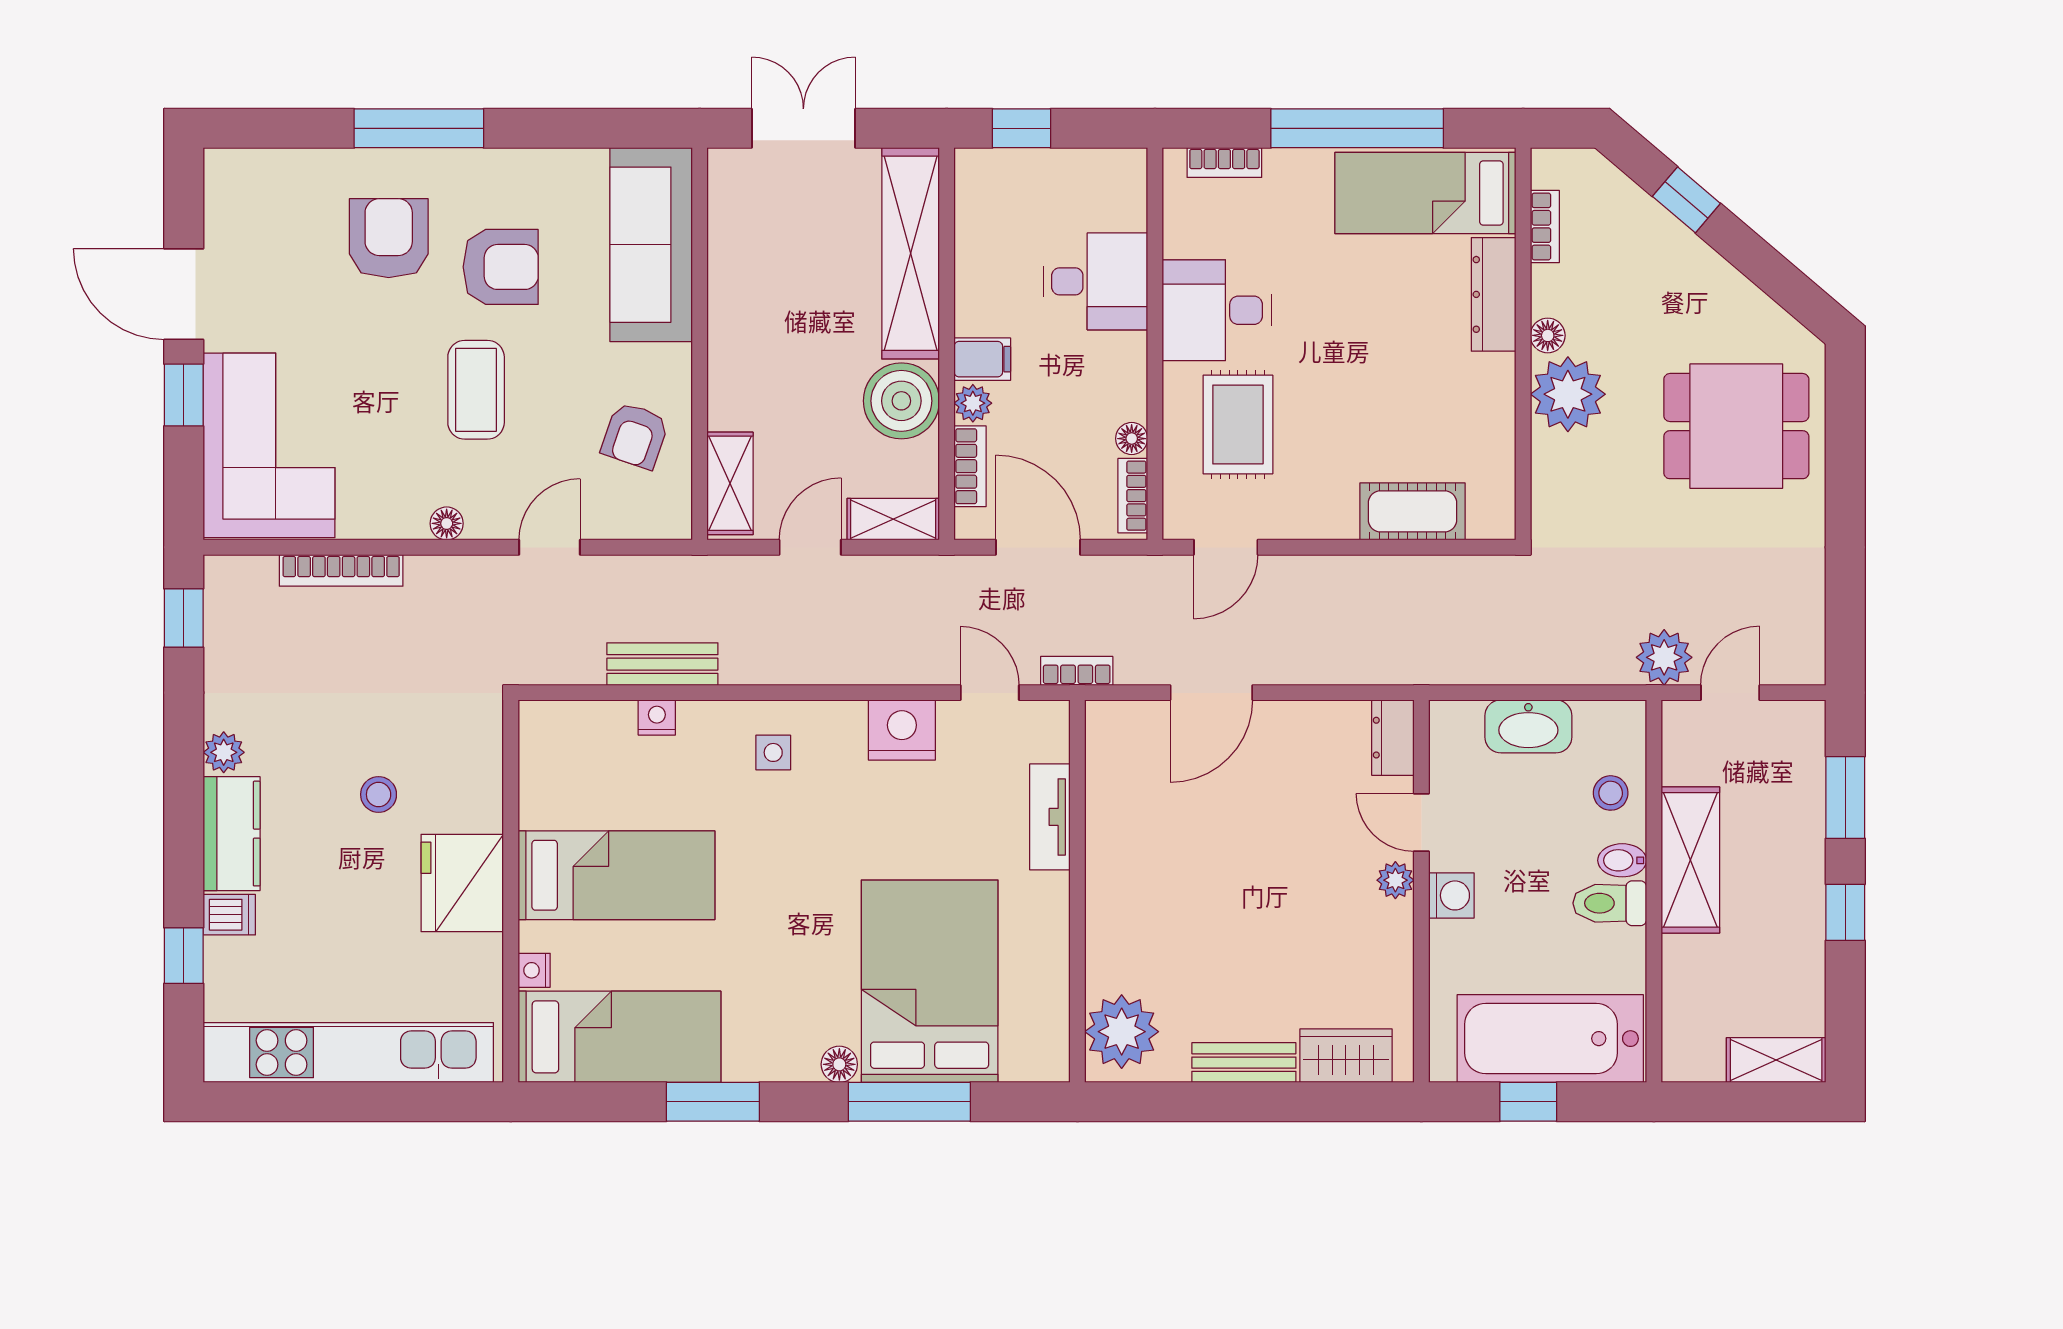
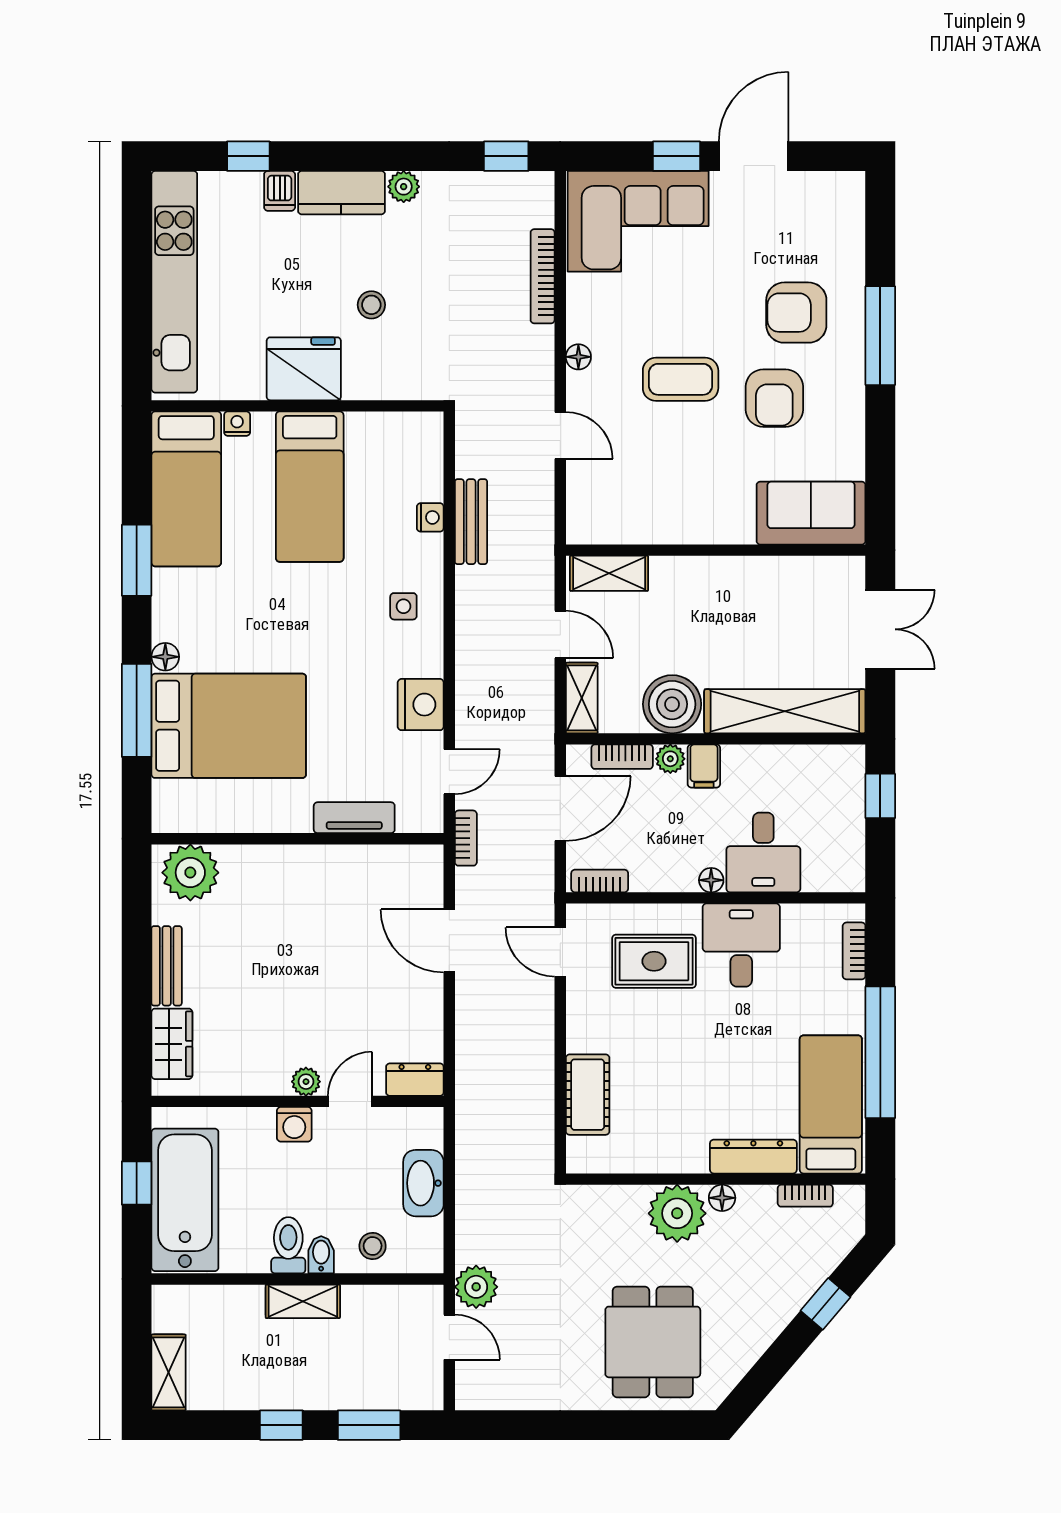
armchair: (389, 238) -> (796, 313), turned 180
sofa: (651, 245) -> (811, 513), width x0.73
armchair: (635, 436) -> (646, 501), removed
floor lamp: (1132, 439) -> (711, 880), moved
shelving: (1690, 860) -> (303, 1301), width x0.67, depth x0.75

